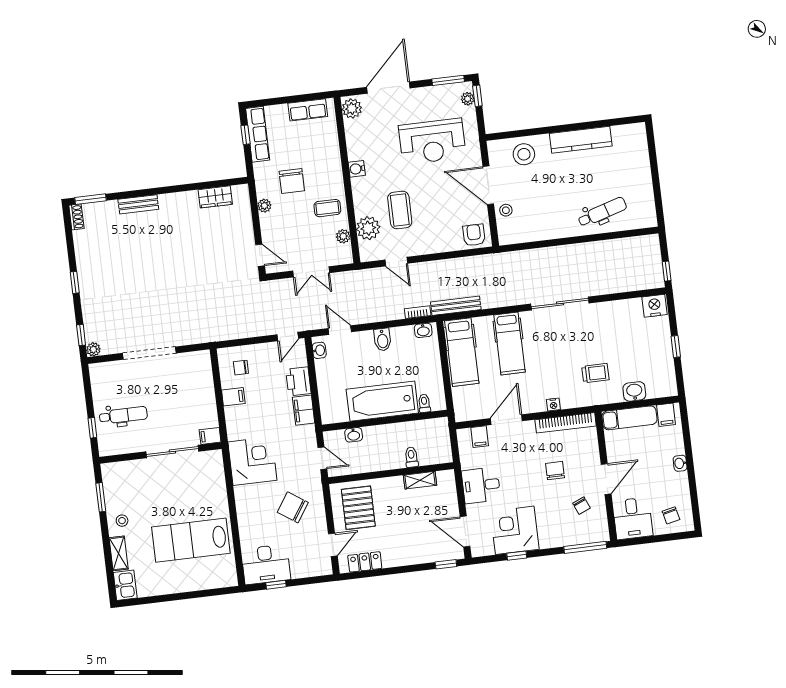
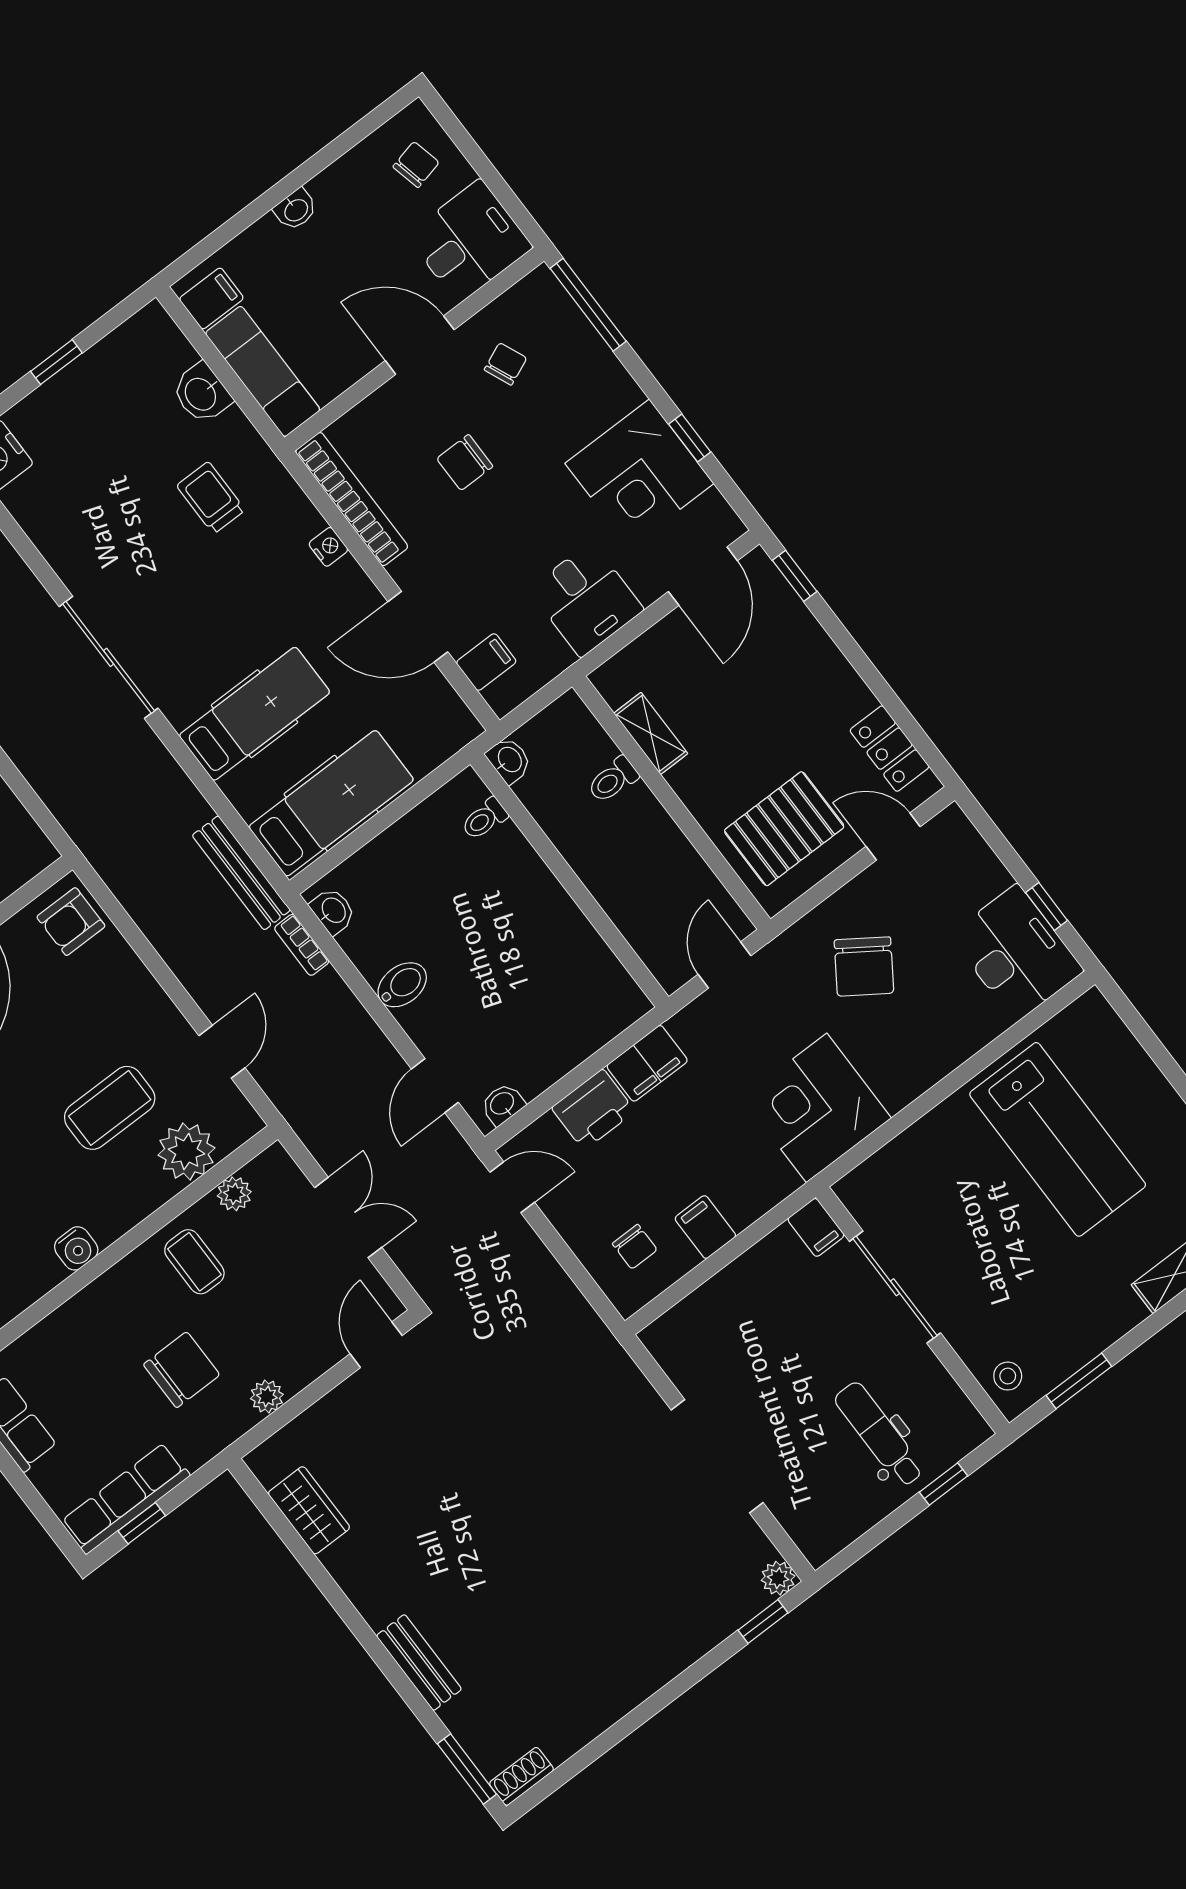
window: (75, 282) -> (661, 1699), removed
bathtub: (382, 401) -> (532, 909), removed
washbasin: (354, 435) -> (509, 760), moved
stool: (122, 521) -> (1008, 1376), moved

